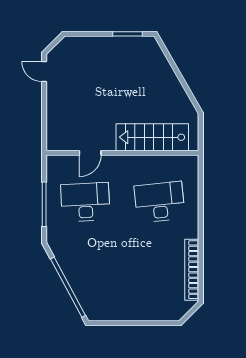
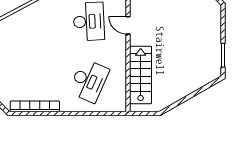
desk: (160, 202) -> (89, 81), turned 30

